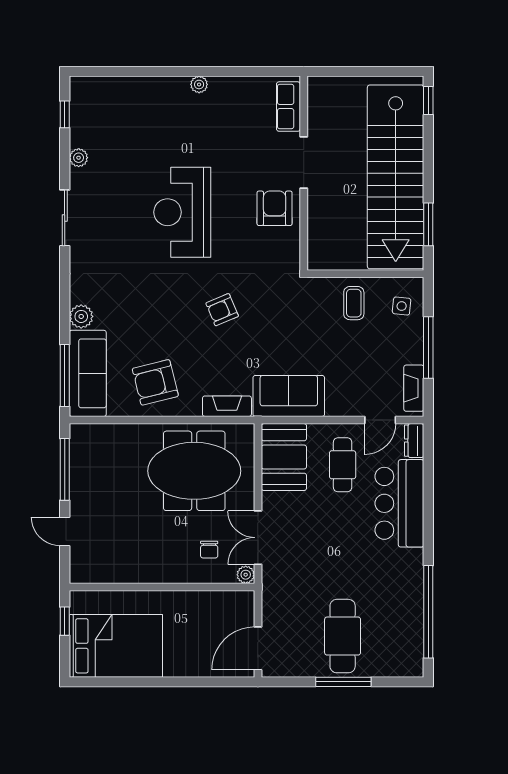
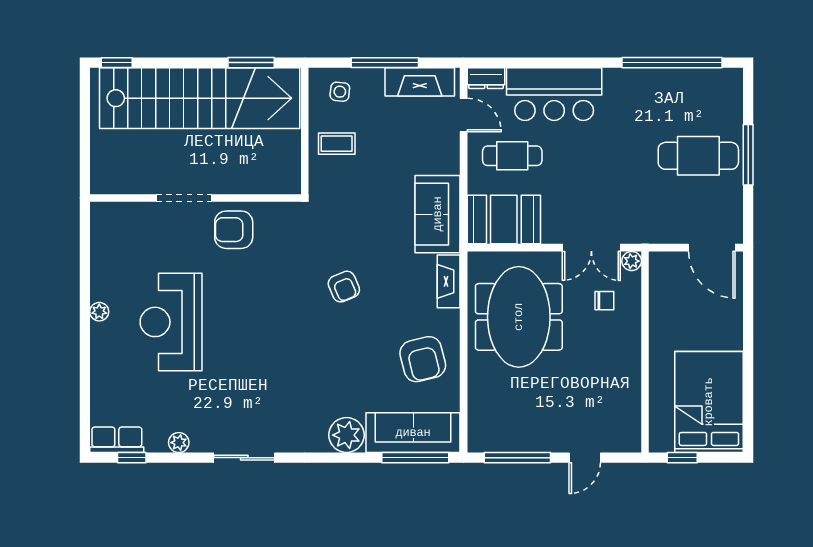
row of seats: (288, 107) -> (117, 440), moved, turned 180
reception desk: (182, 212) -> (171, 322), moved, turned 90
plant: (81, 316) -> (347, 435), width x1.36, depth x1.36
fireplace: (414, 388) -> (420, 82), width x1.37, depth x1.32

